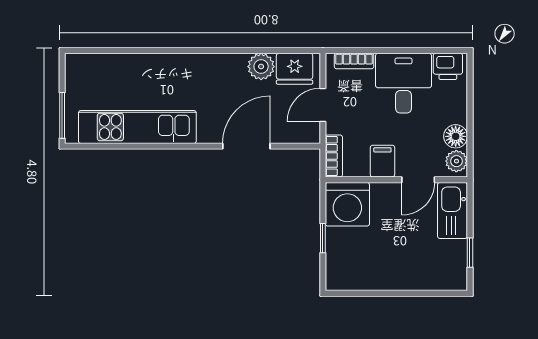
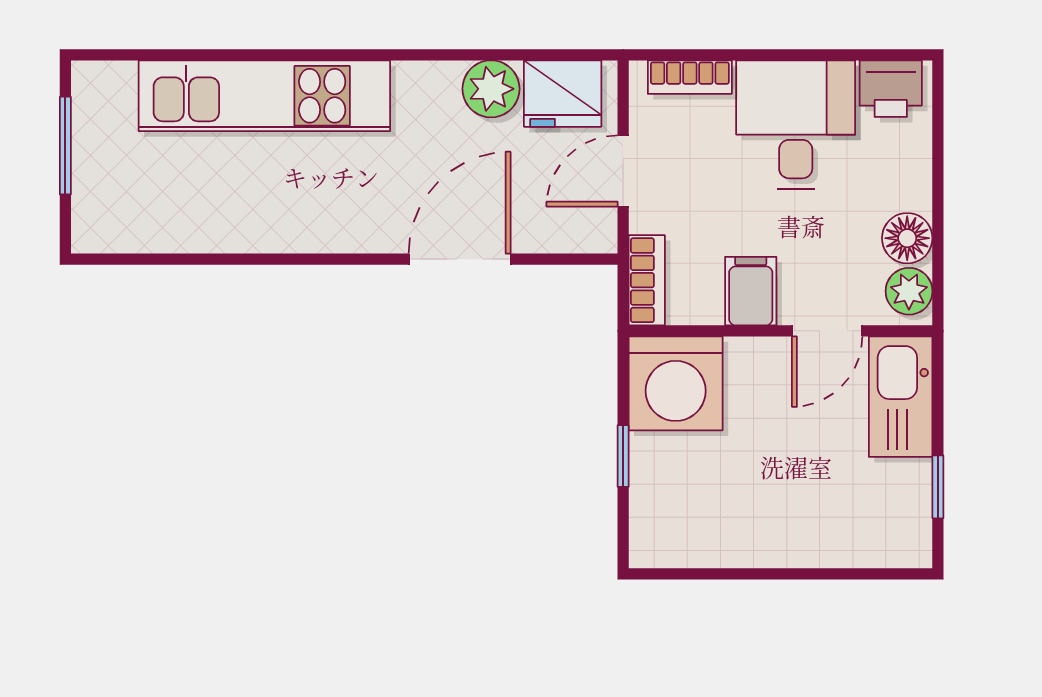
window: (62, 115) -> (65, 146), moved
kitchen unit: (137, 127) -> (264, 96), moved, turned 180

